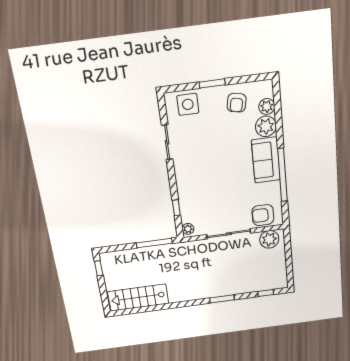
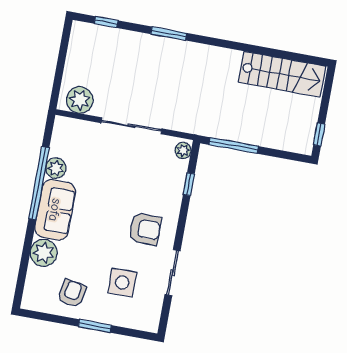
side table: (188, 104) -> (122, 283), moved
plant: (267, 107) -> (56, 168), moved
armchair: (263, 215) -> (145, 229), moved

